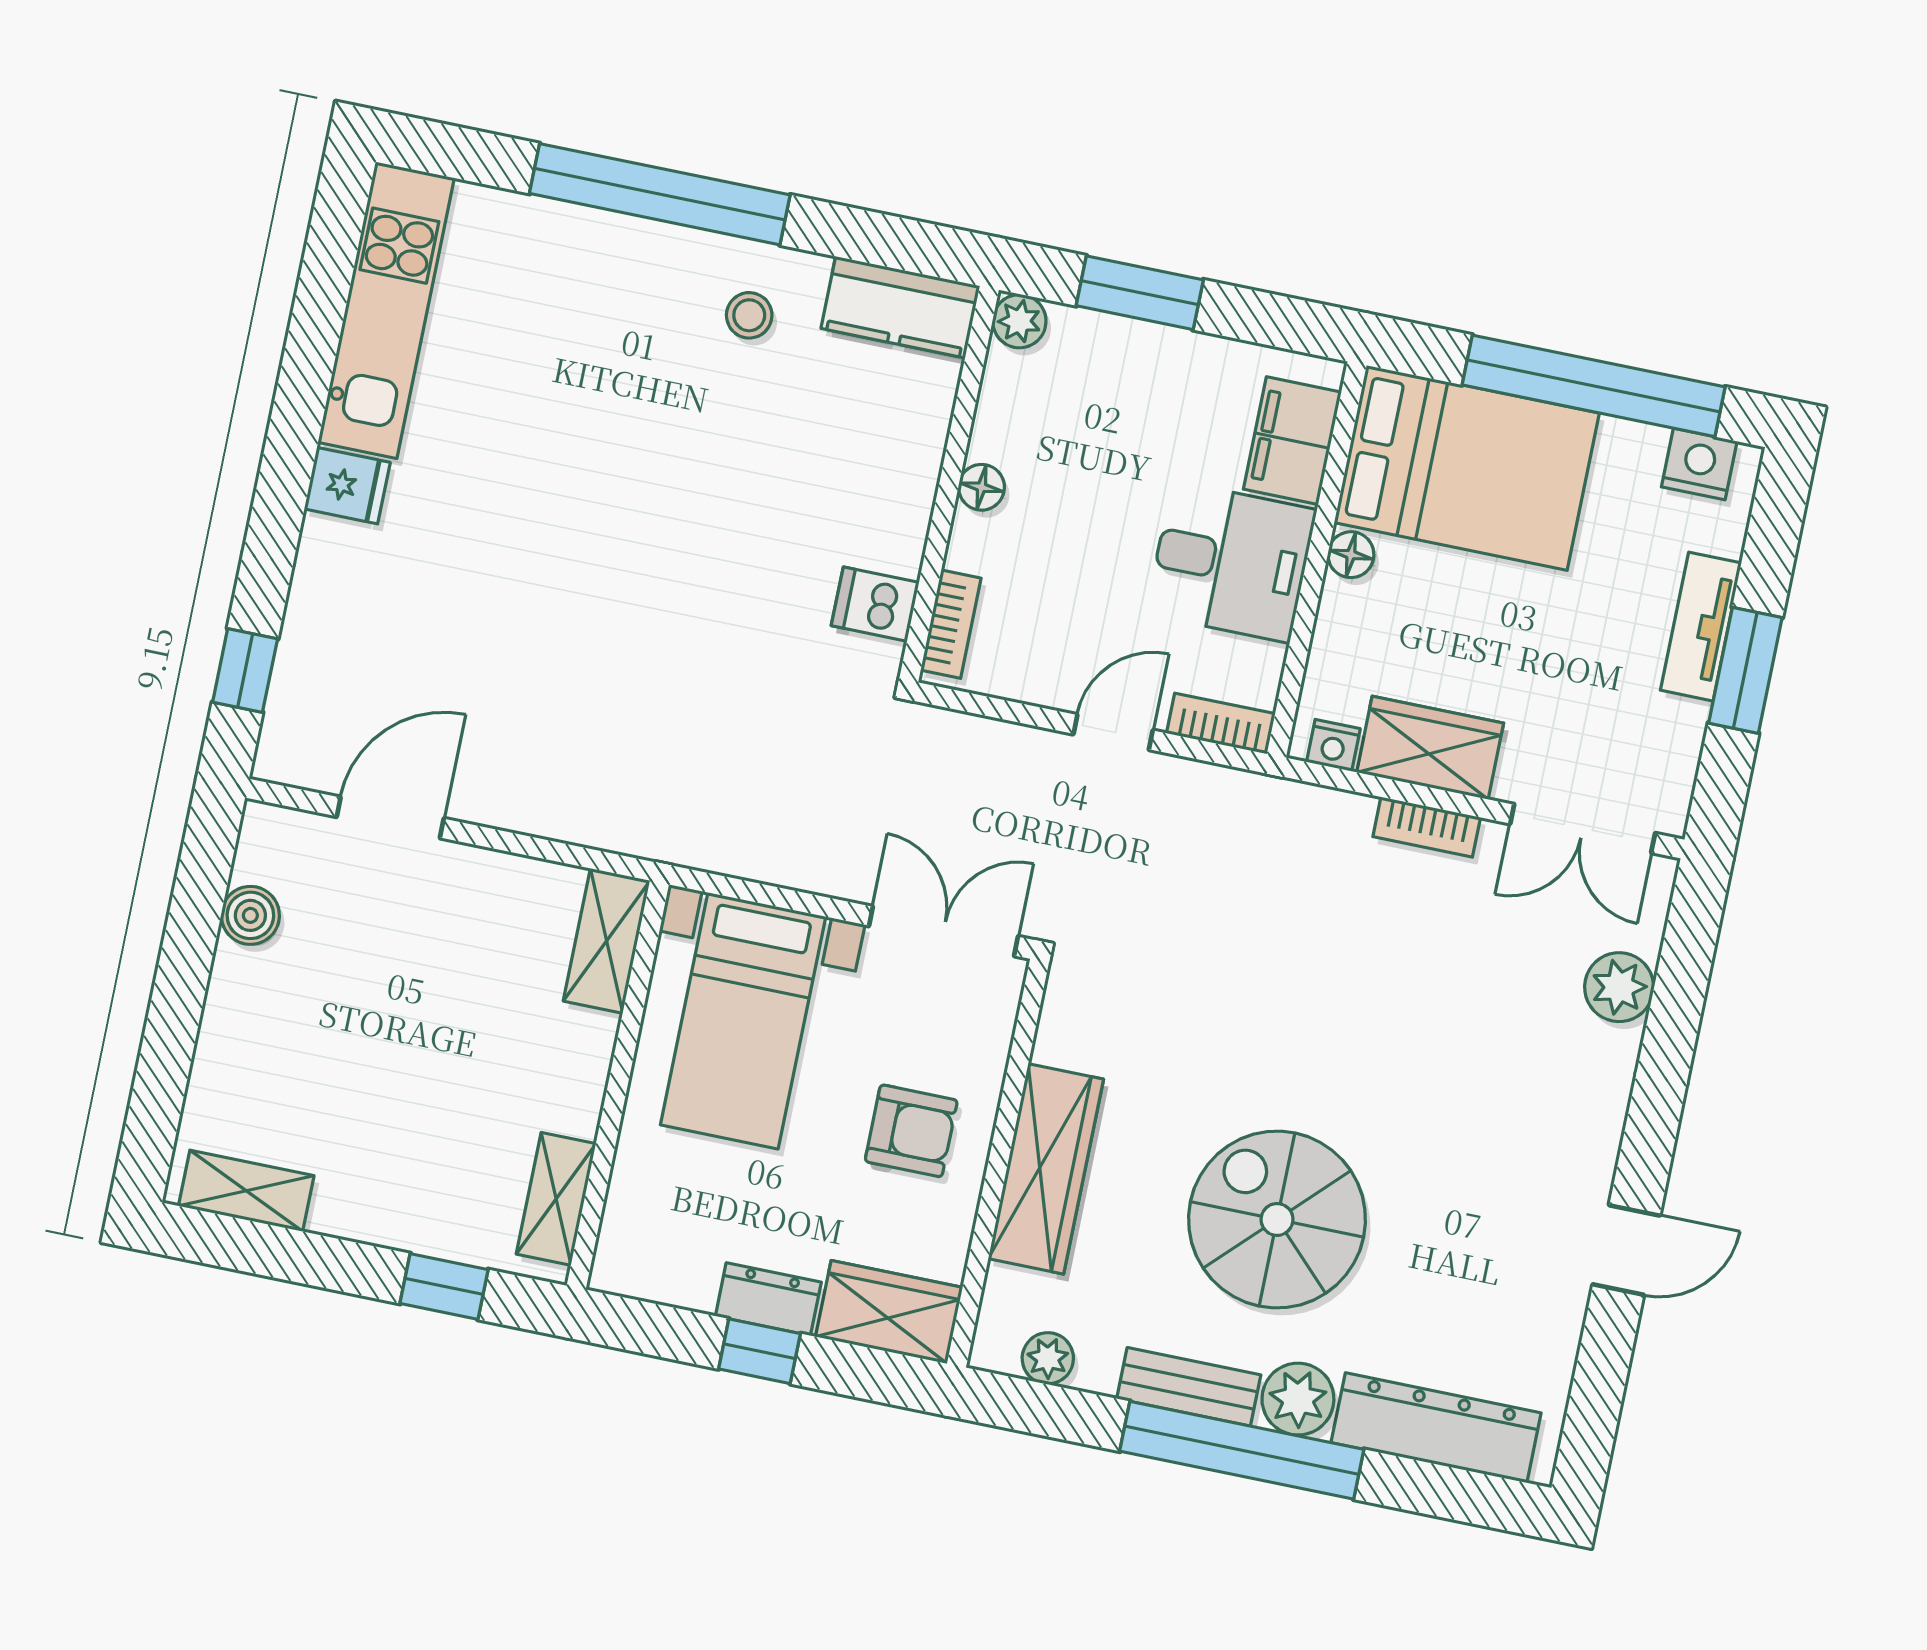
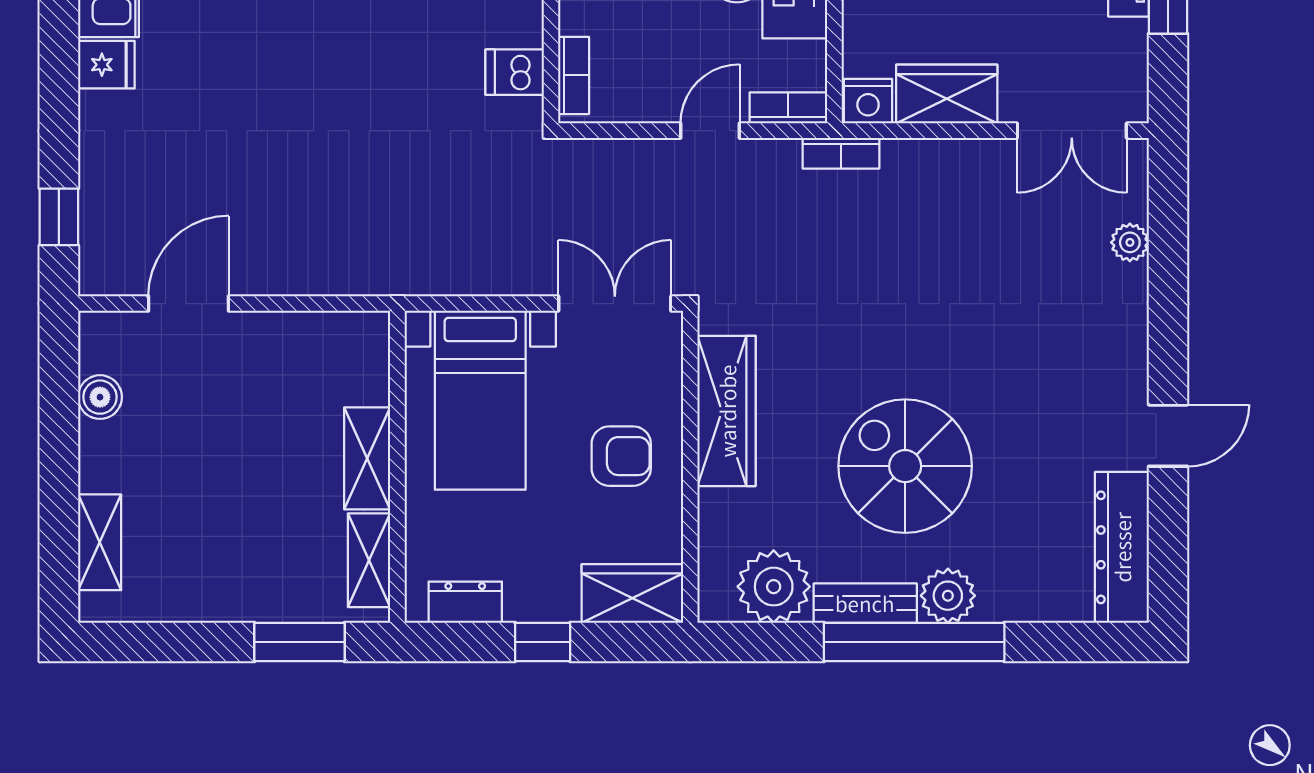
nightstand: (1333, 745) -> (868, 101), width x1.39, depth x1.35
bookcase: (1427, 827) -> (841, 153), moved
shelving: (607, 941) -> (367, 458), moved
plant: (1619, 987) -> (1130, 242), width x0.73, depth x0.73
wardrobe: (1046, 1169) -> (727, 411), moved
shelving: (246, 1191) -> (100, 542), moved, turned 90
window: (444, 1286) -> (299, 642), width x1.50
dresser: (768, 1299) -> (465, 602), moved
plant: (1048, 1358) -> (774, 587), width x1.87, depth x1.87
dresser: (1436, 1428) -> (1122, 547), moved, turned -90

